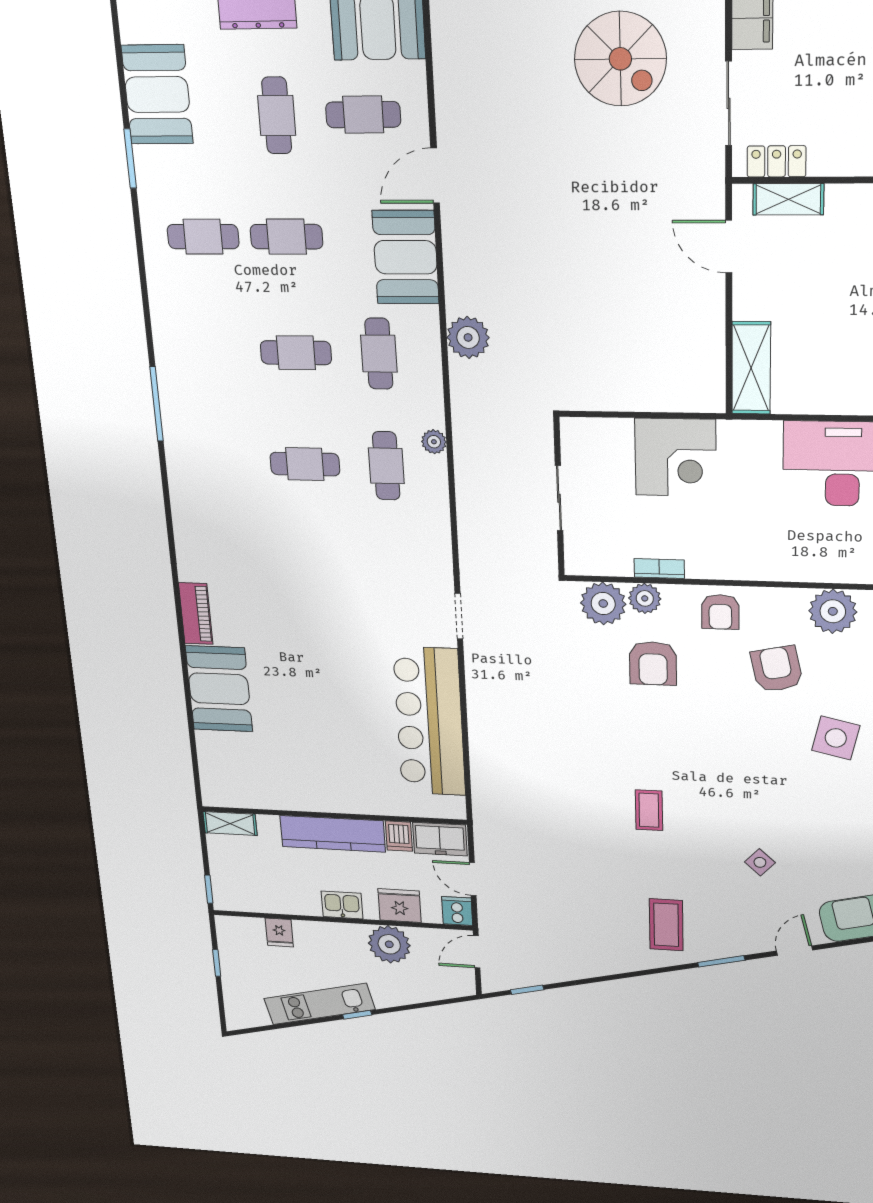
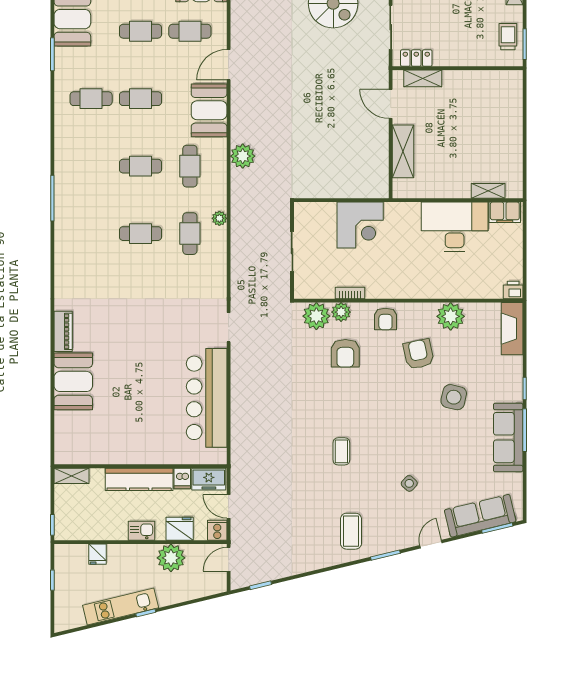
cafe table: (277, 115) -> (140, 31), turned 90
shelving: (751, 368) -> (403, 151), moved

